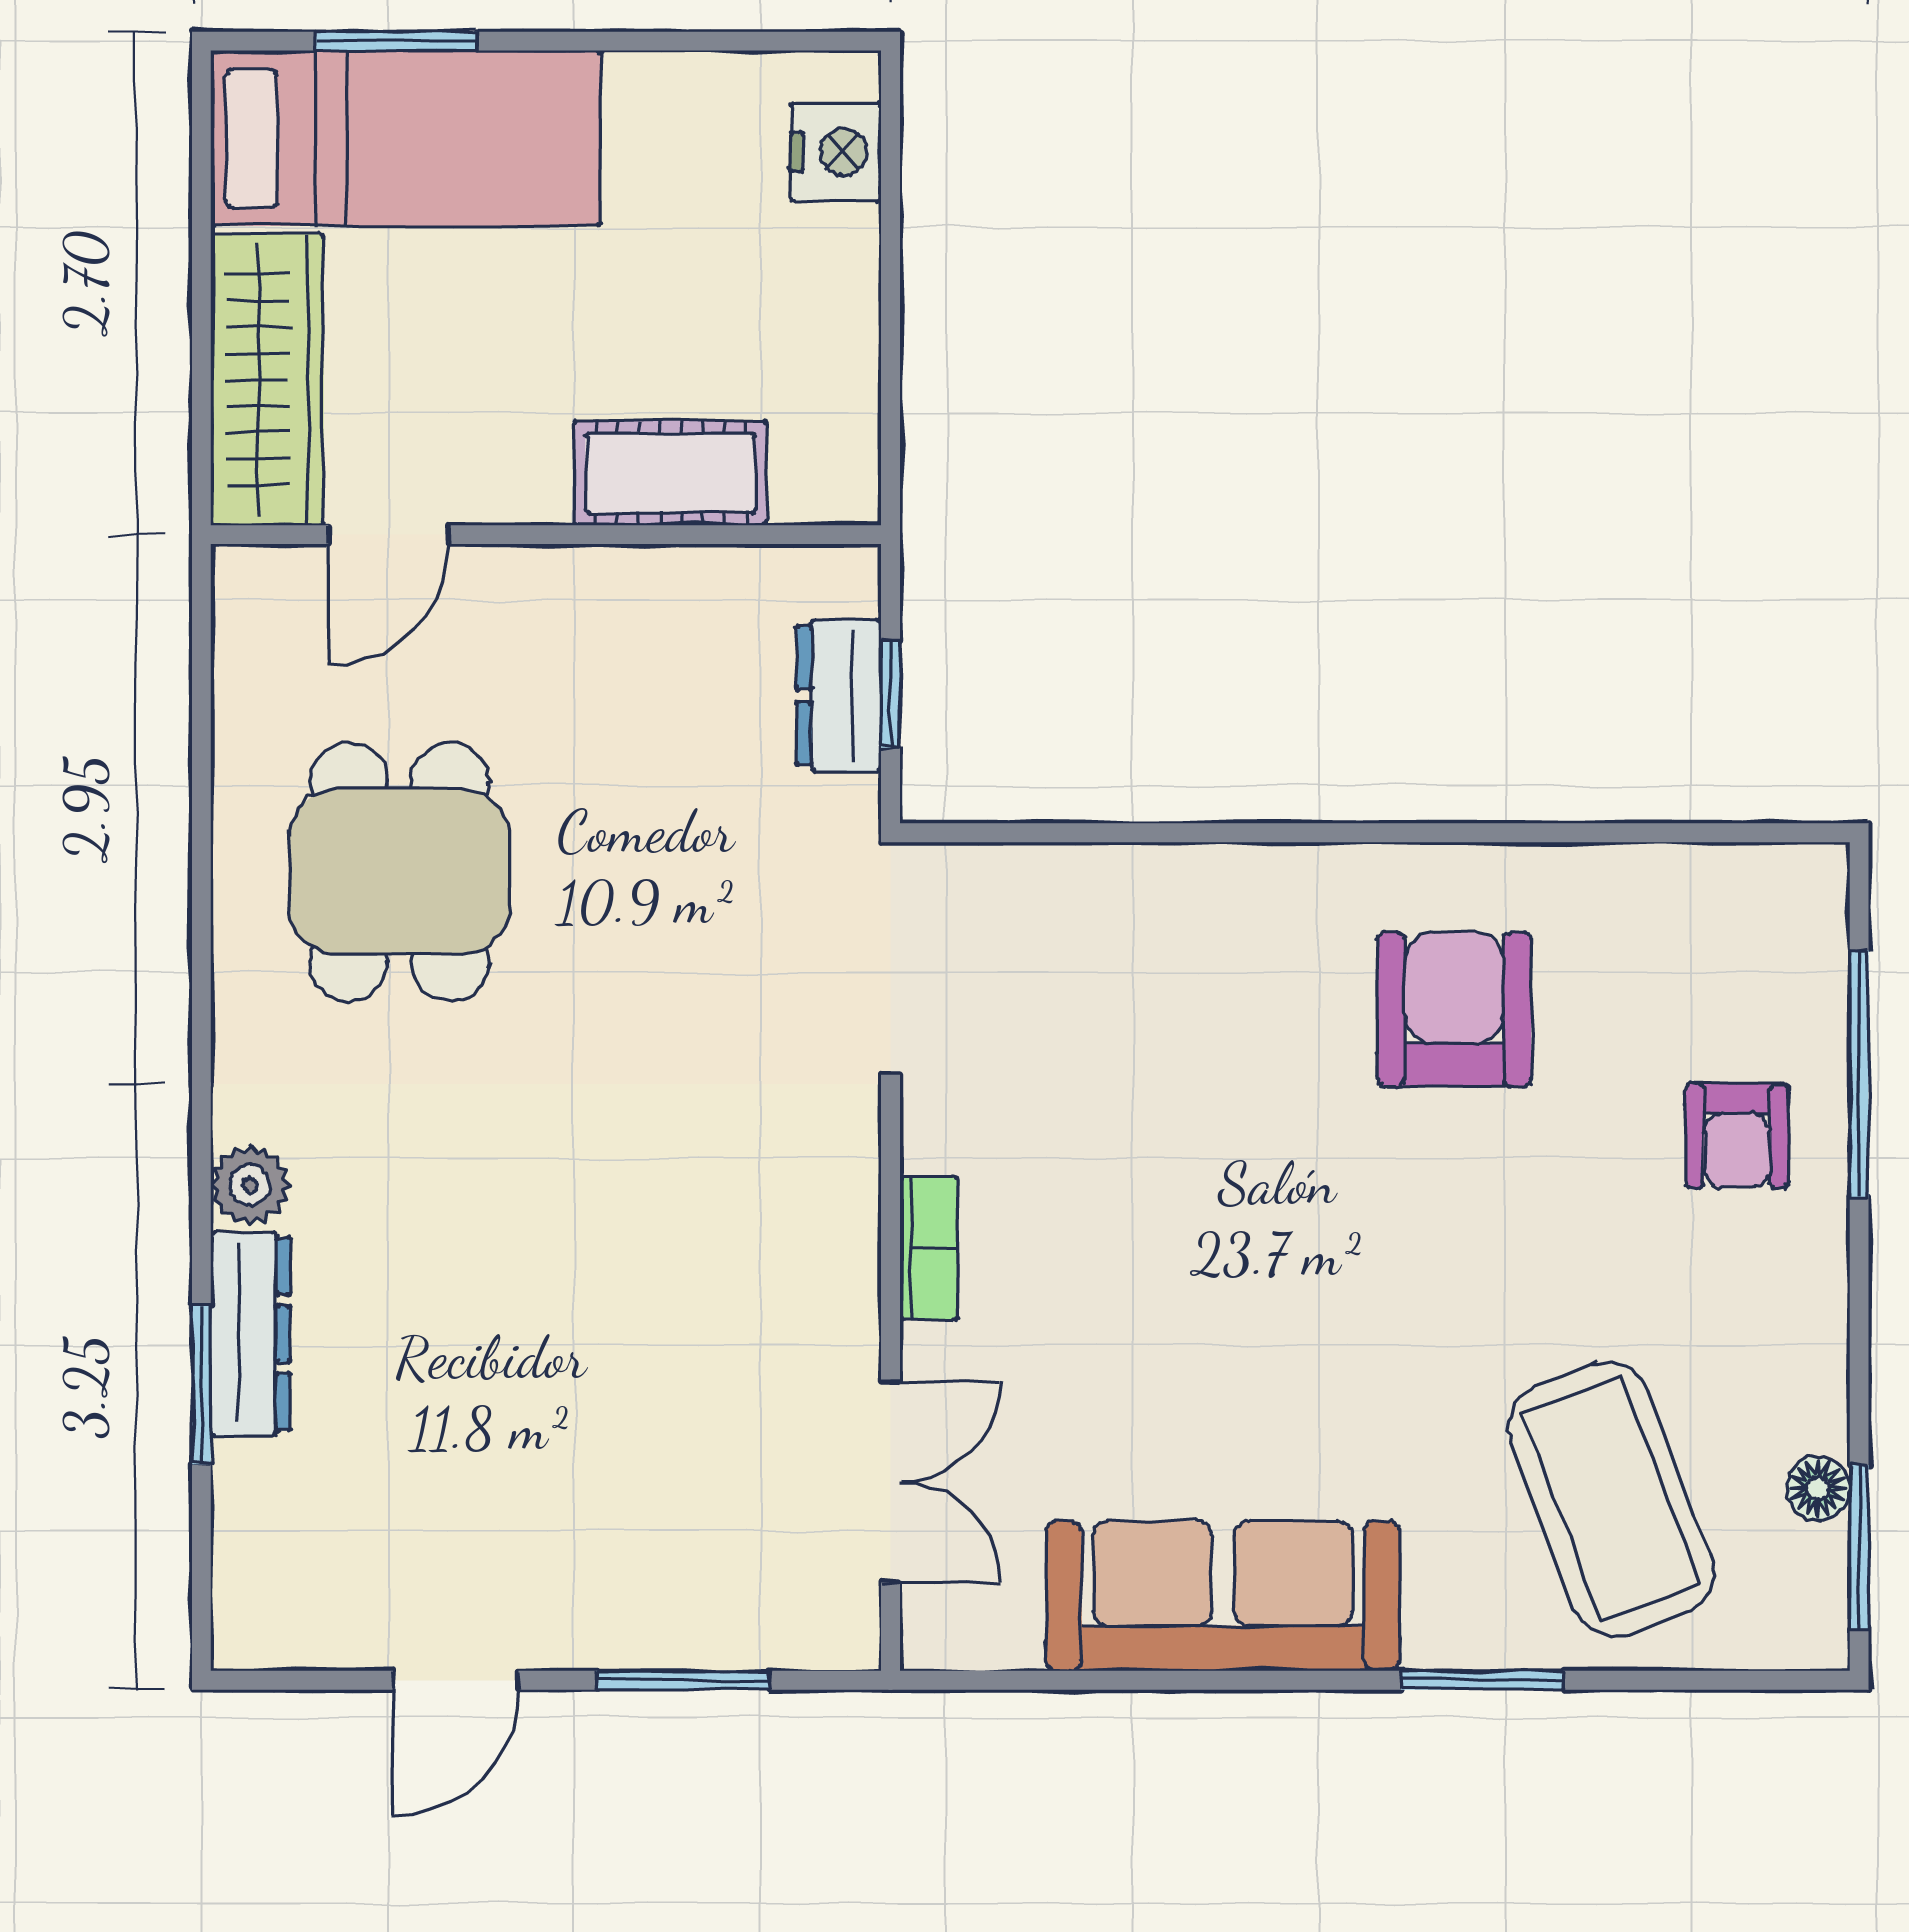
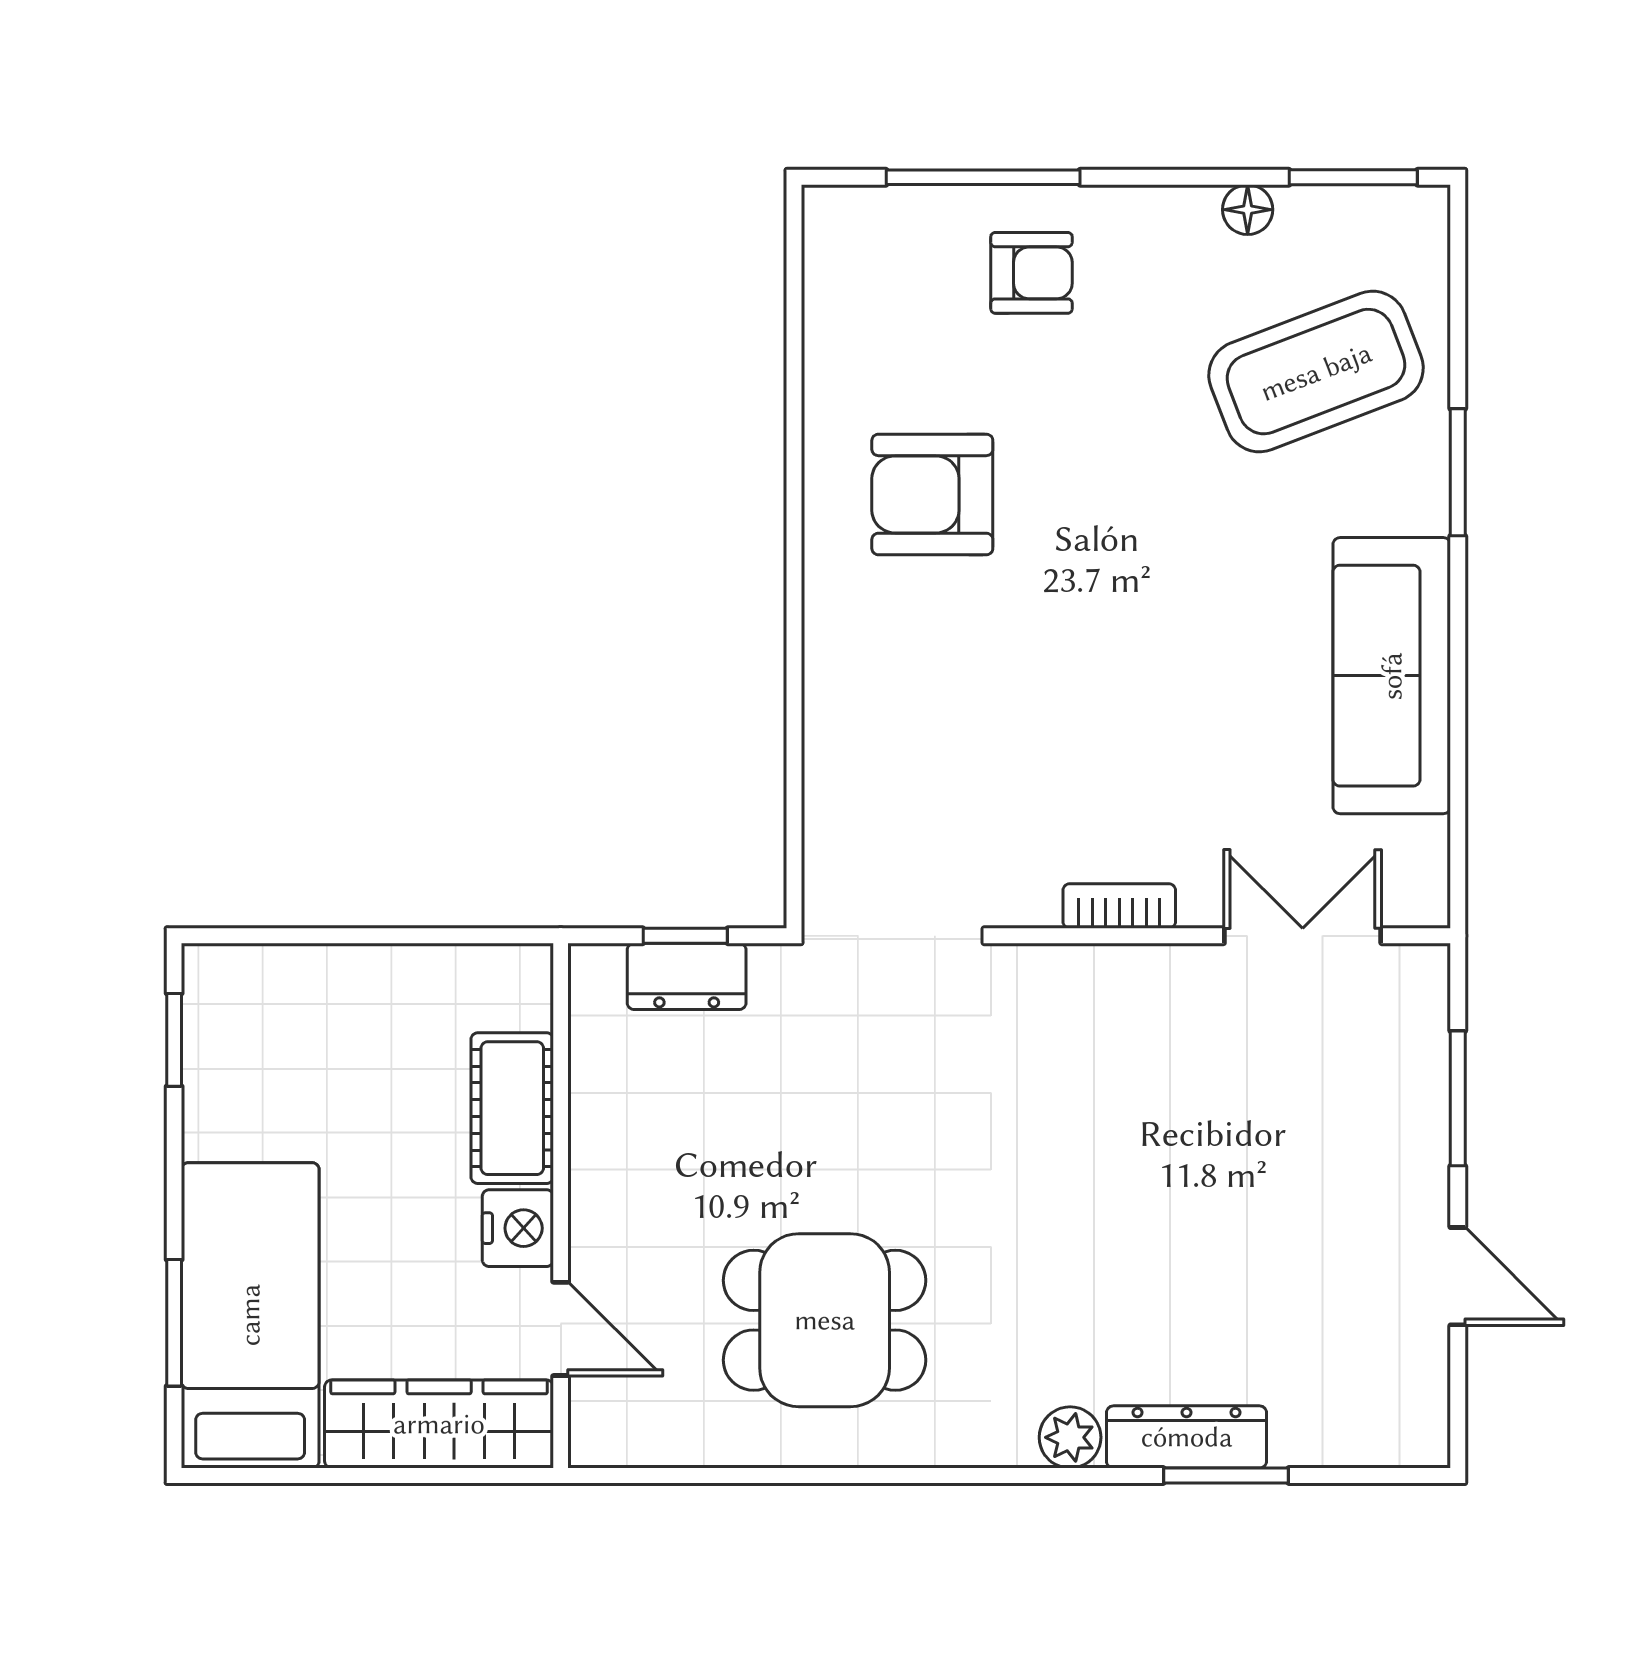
window: (758, 41) -> (174, 1040), added
nightstand: (836, 152) -> (518, 1228), moved, turned 90
floor lamp: (1818, 1488) -> (1248, 210), moved

